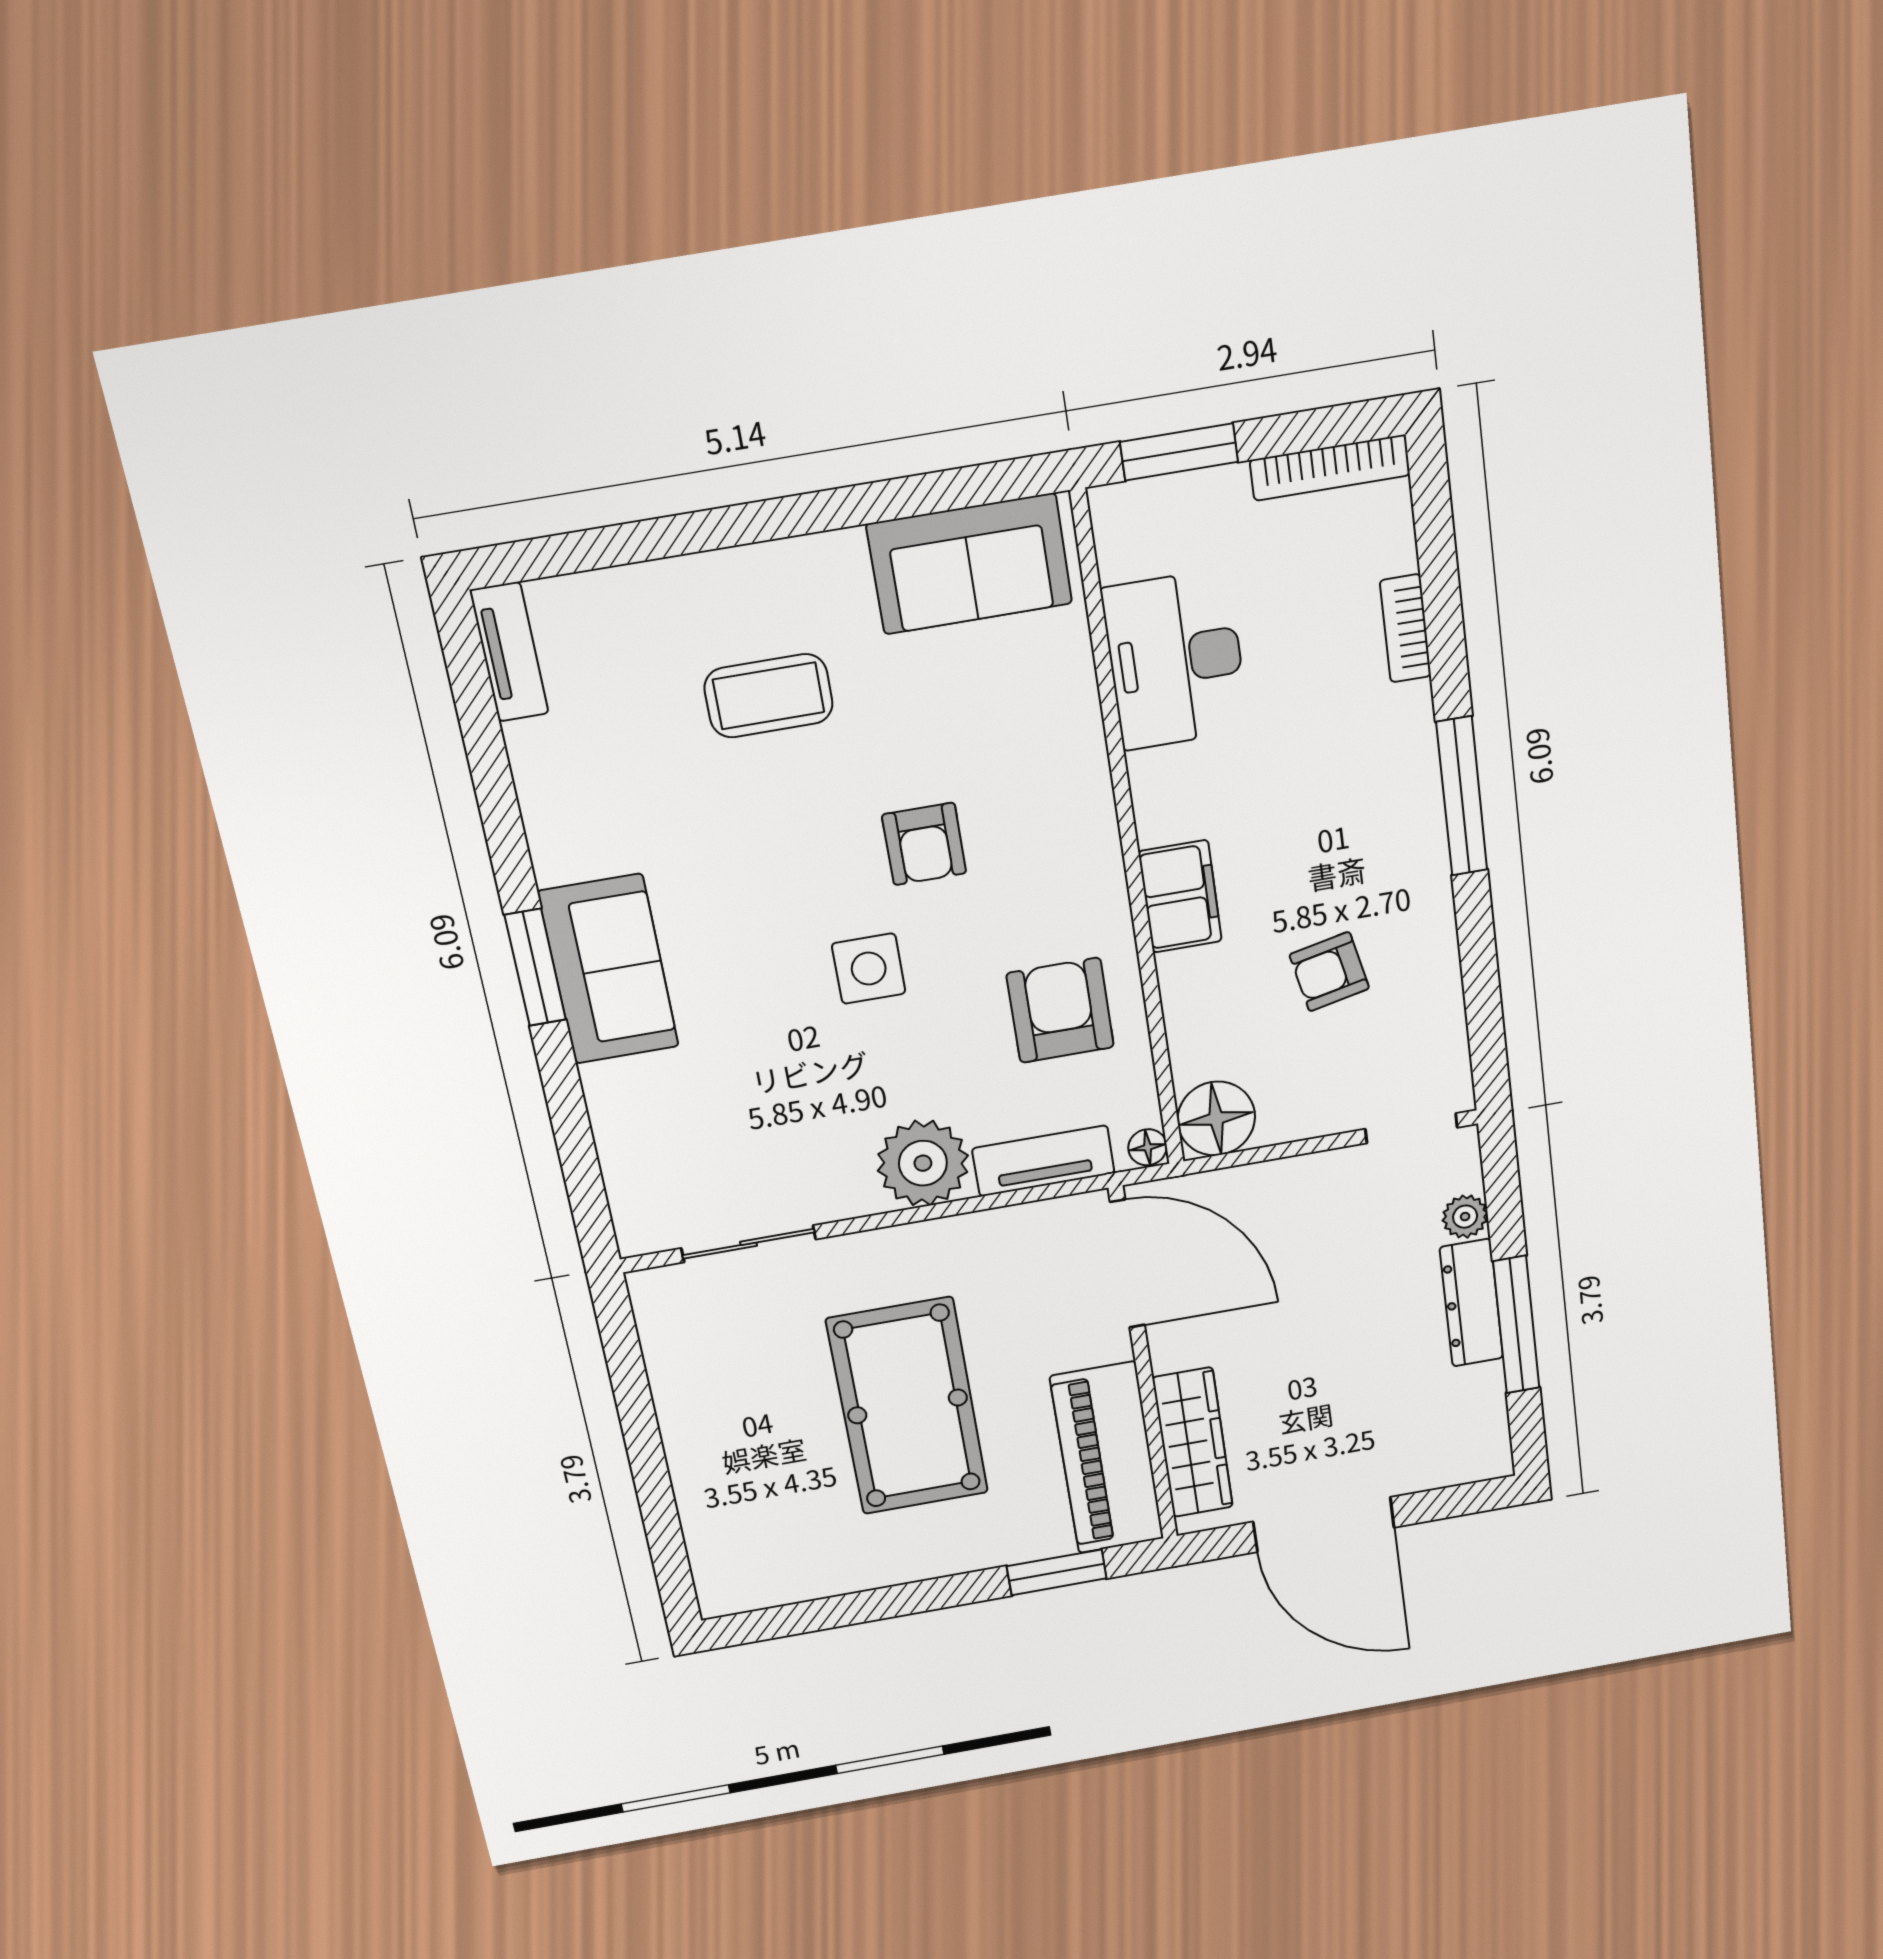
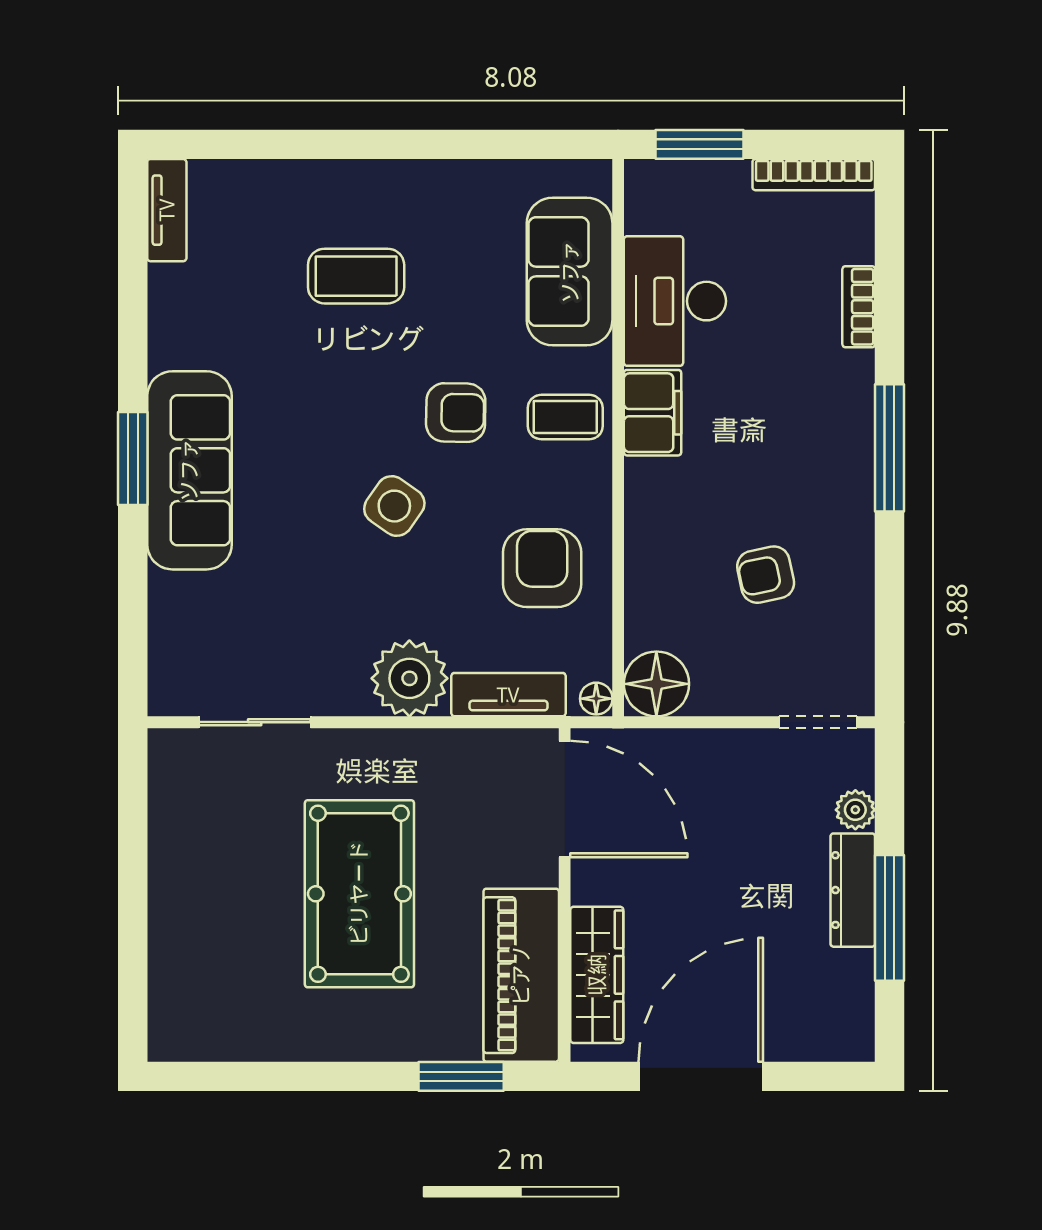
sofa: (970, 564) -> (570, 272), moved, turned 90
coffee table: (1060, 826) -> (565, 417), added
armchair: (924, 844) -> (456, 413), turned -89
filing cabinet: (1180, 896) -> (653, 413), moved
sofa: (609, 969) -> (189, 470), width x1.36
side table: (869, 969) -> (394, 506), turned 35
door: (1324, 1525) -> (701, 1076), swing flipped

